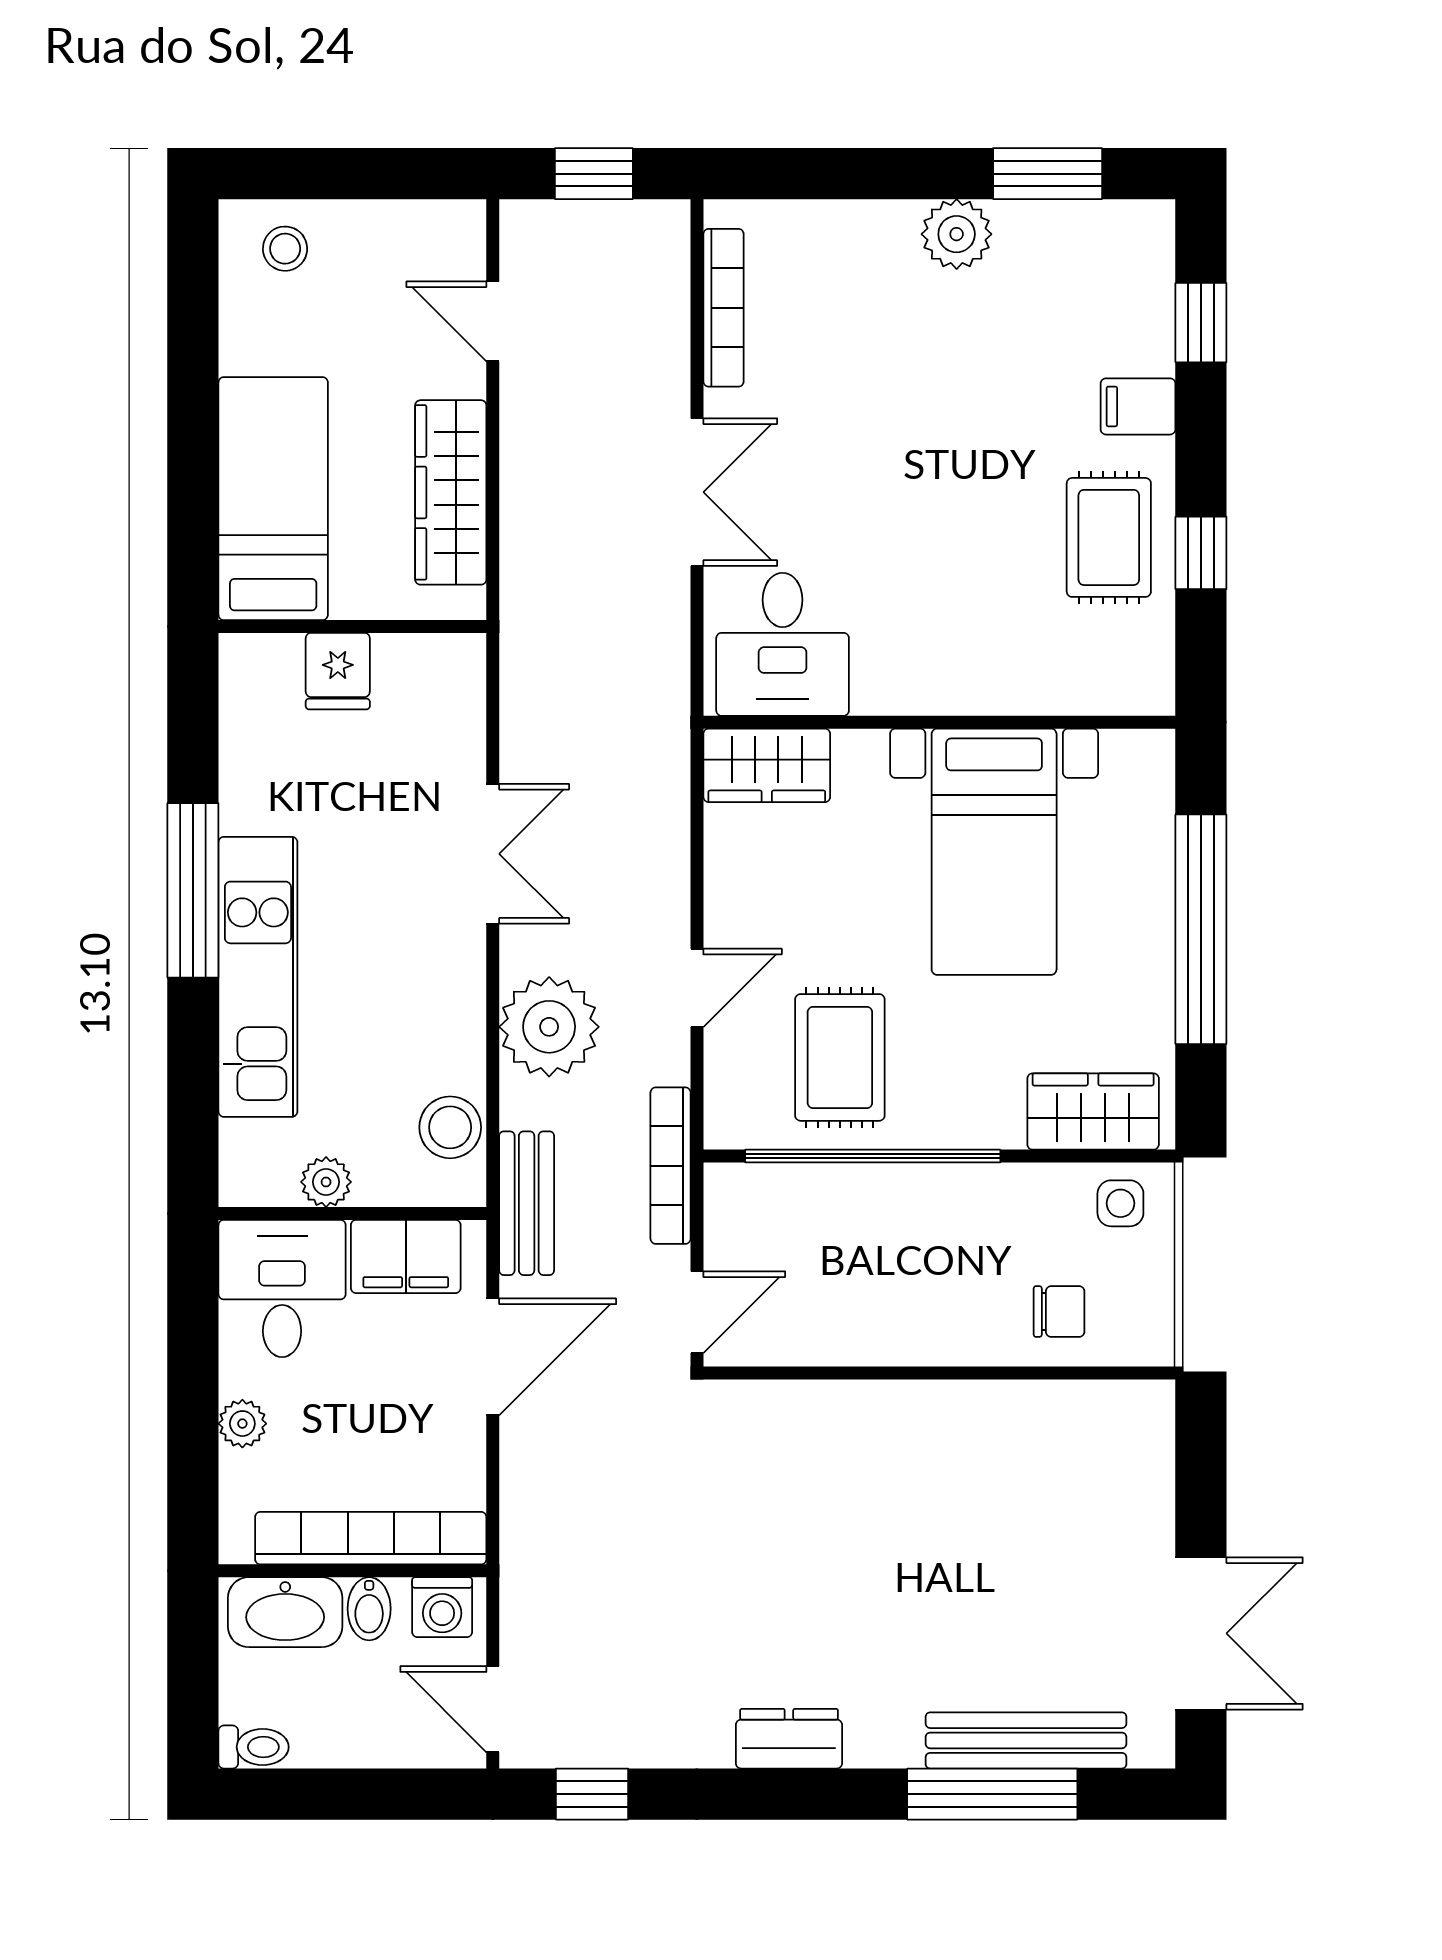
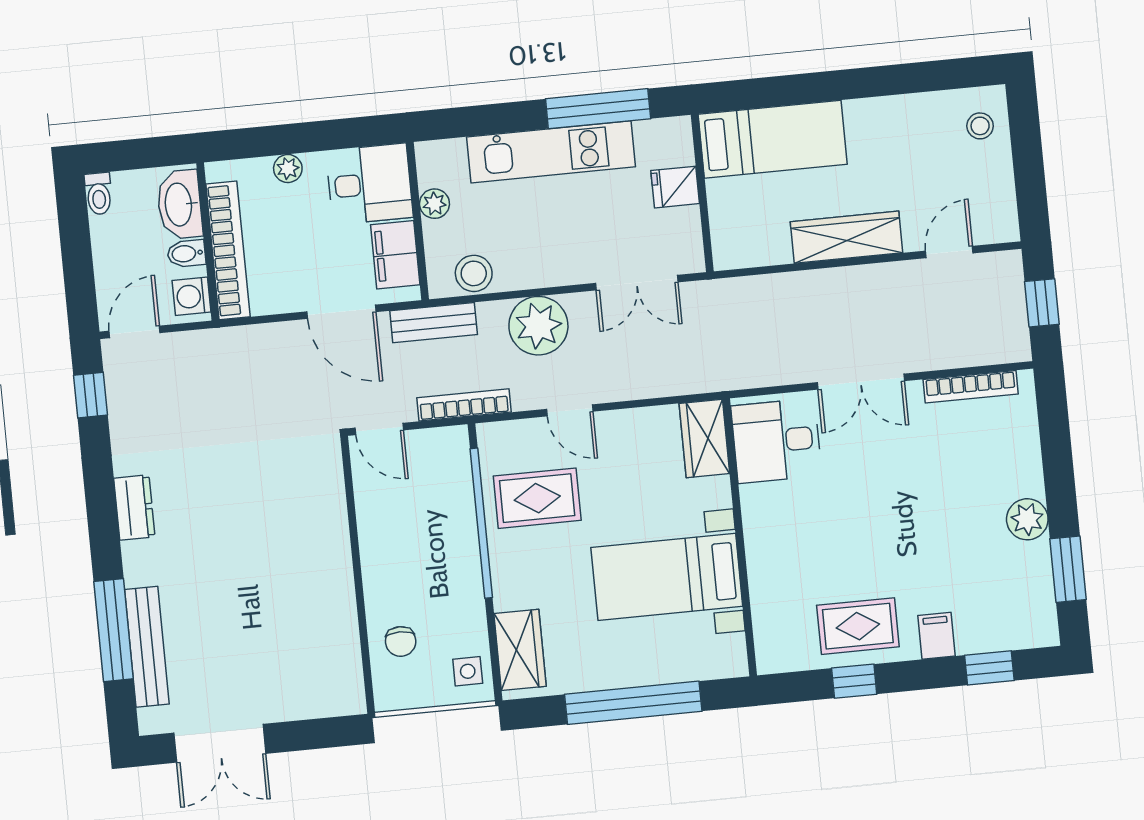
bed: (273, 499) -> (773, 139), moved
wall: (352, 627) -> (702, 193), moved
fridge: (338, 671) -> (675, 187), moved

